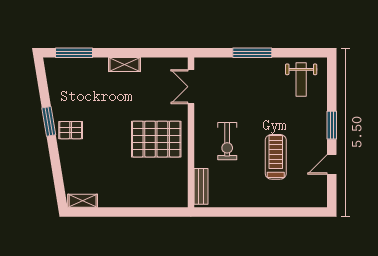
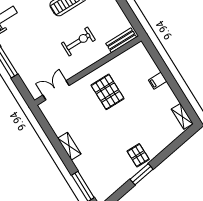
double door: (191, 87) -> (56, 90), swing flipped
pallet: (156, 139) -> (107, 92), width x0.73, depth x0.71
filing cabinet: (136, 198) -> (158, 81), added

